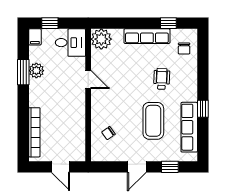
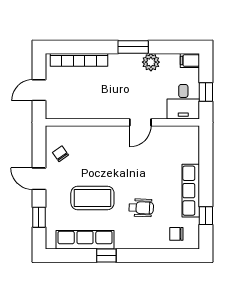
window: (50, 23) -> (206, 92), moved
plant: (101, 39) -> (187, 138), removed
window: (23, 72) -> (133, 47), moved
chair: (108, 133) -> (60, 154), moved

